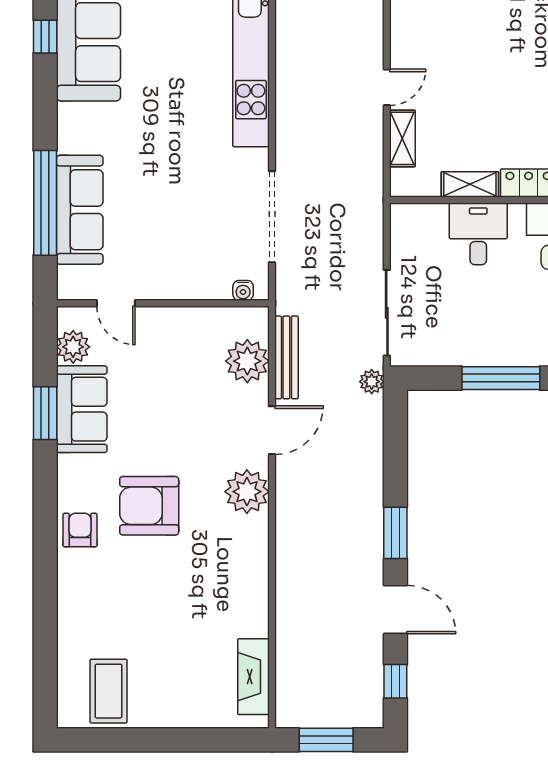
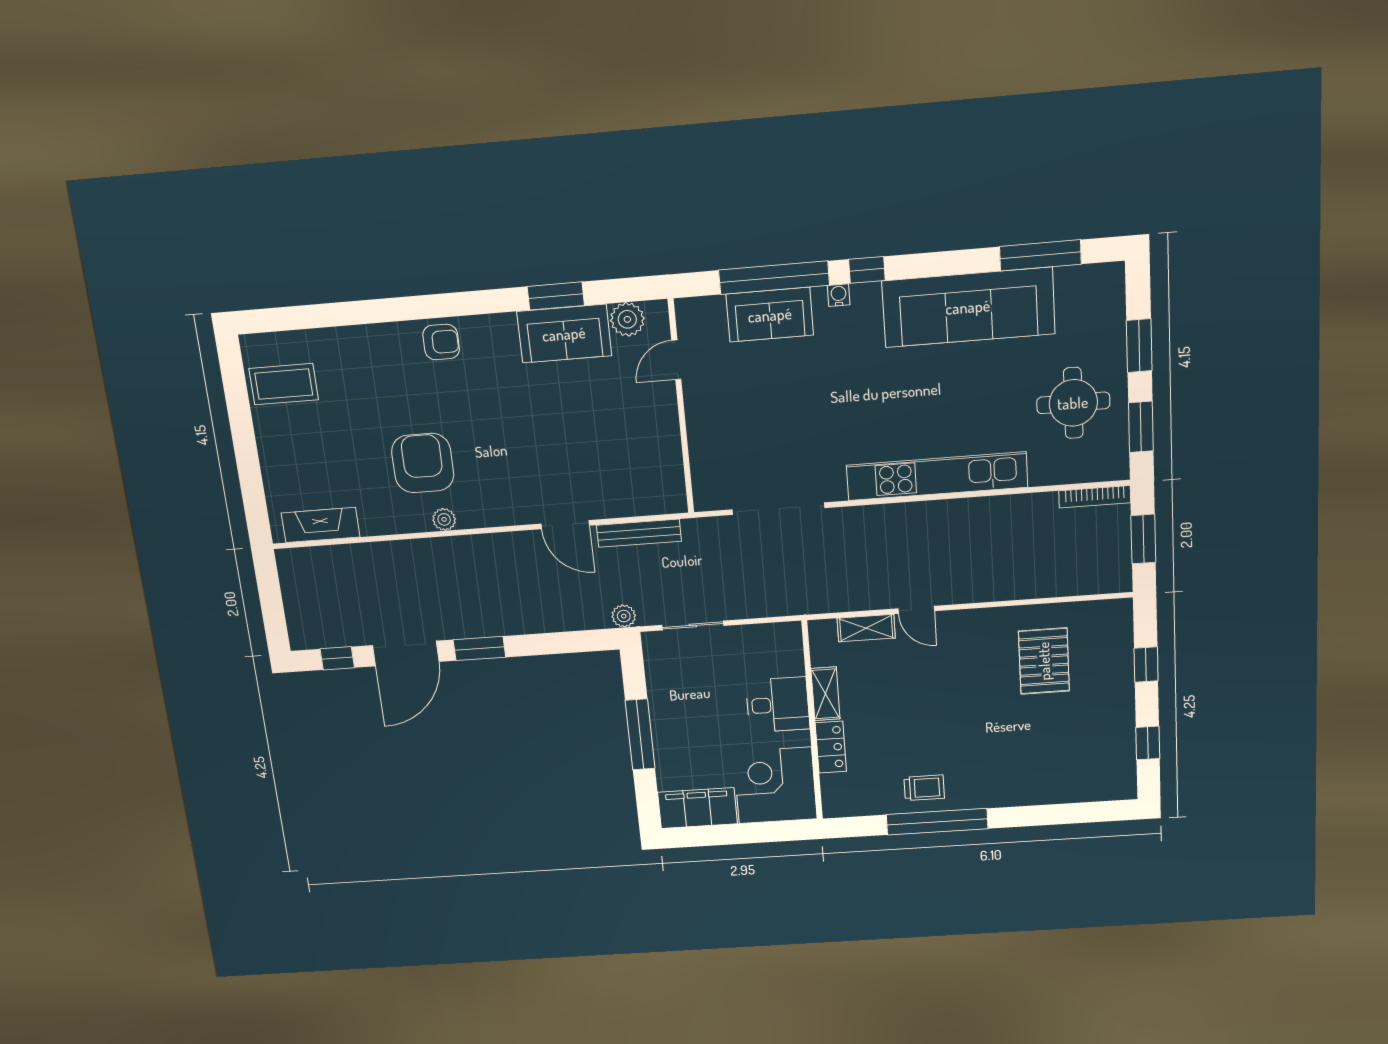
window: (45, 37) -> (867, 270), moved
sofa: (80, 210) -> (770, 315), width x0.73
water cooler: (243, 290) -> (839, 295), moved, turned 90
sliding door: (387, 313) -> (693, 625), width x0.73
plant: (247, 361) -> (631, 496), removed
plant: (247, 492) -> (444, 519), moved, width x0.53, depth x0.53
armchair: (149, 506) -> (423, 463), moved
door: (395, 610) -> (406, 654), width x1.36
window: (326, 740) -> (271, 598), removed

